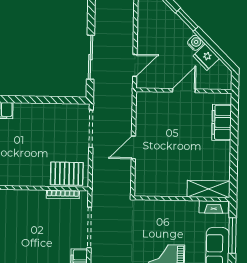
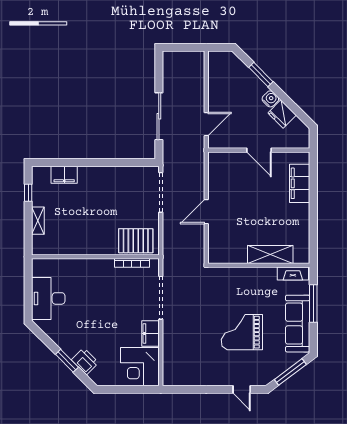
door: (184, 91) -> (259, 150), swing flipped
shelving: (209, 189) -> (270, 255), moved

